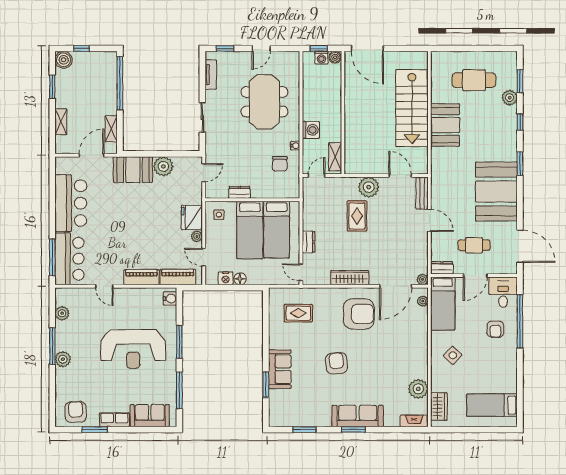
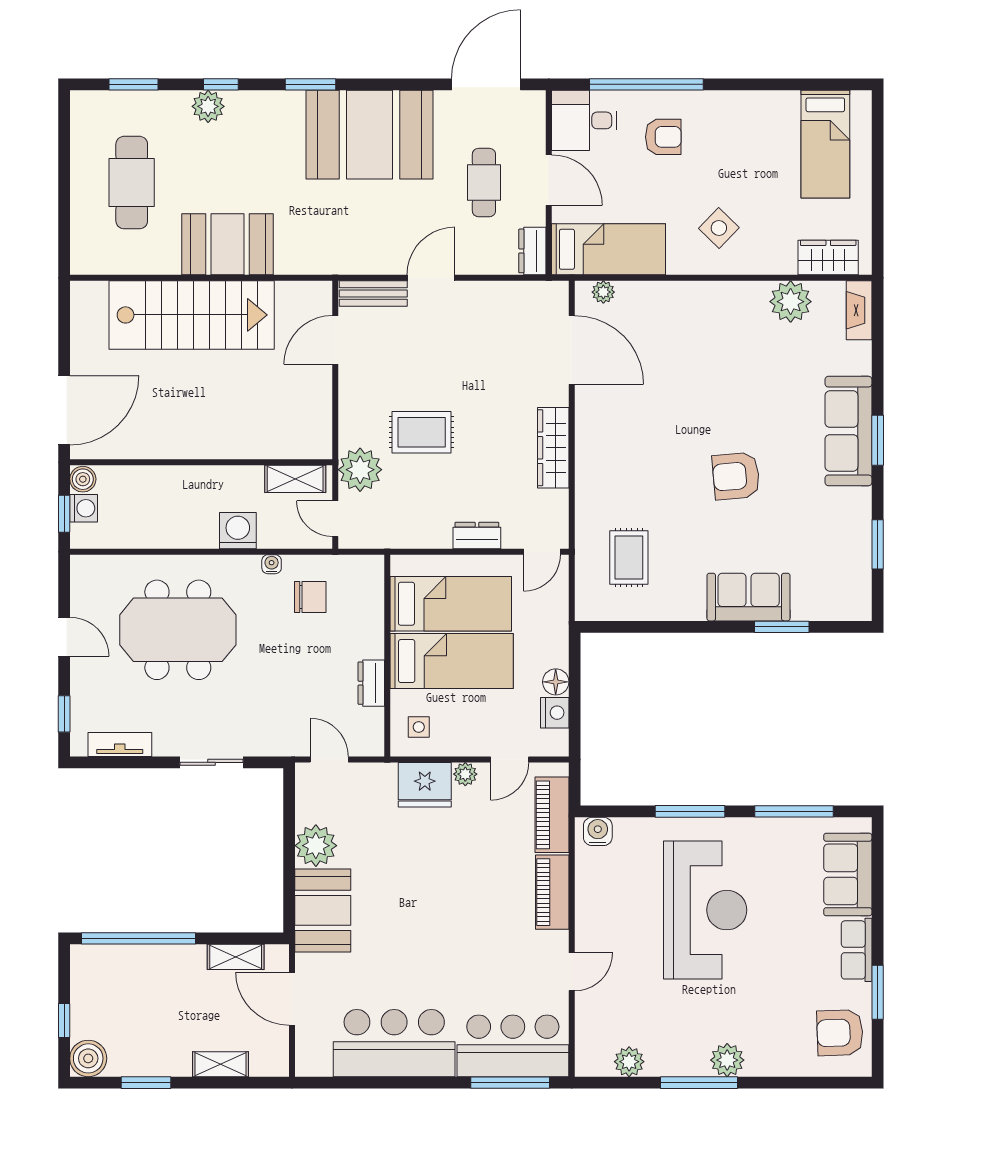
plant: (510, 98) -> (208, 106), moved
plant: (369, 187) -> (360, 470), moved
plant: (423, 279) -> (557, 292), removed
armchair: (359, 314) -> (631, 428), removed

